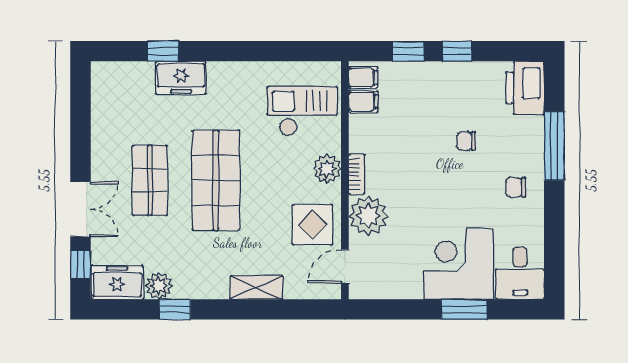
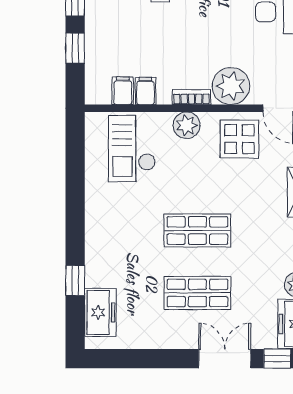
freezer: (181, 78) -> (100, 312), moved
filing cabinet: (363, 78) -> (145, 91), moved
shop shelf: (216, 180) -> (197, 230), width x0.70, depth x0.74

